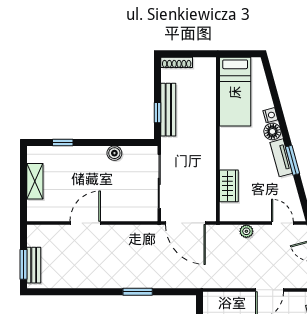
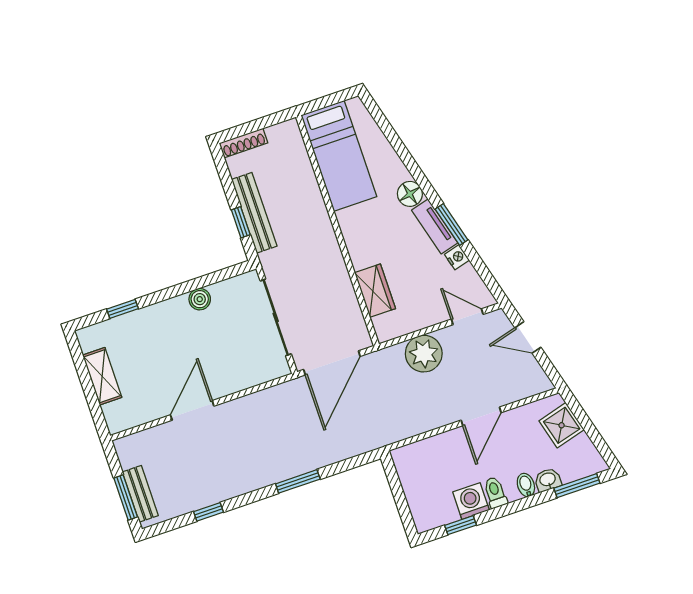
nightstand: (270, 115) -> (457, 257), moved
door: (185, 223) -> (332, 363), hinge flipped
plant: (246, 231) -> (424, 354), width x1.88, depth x1.88
window: (74, 292) -> (209, 512), added

